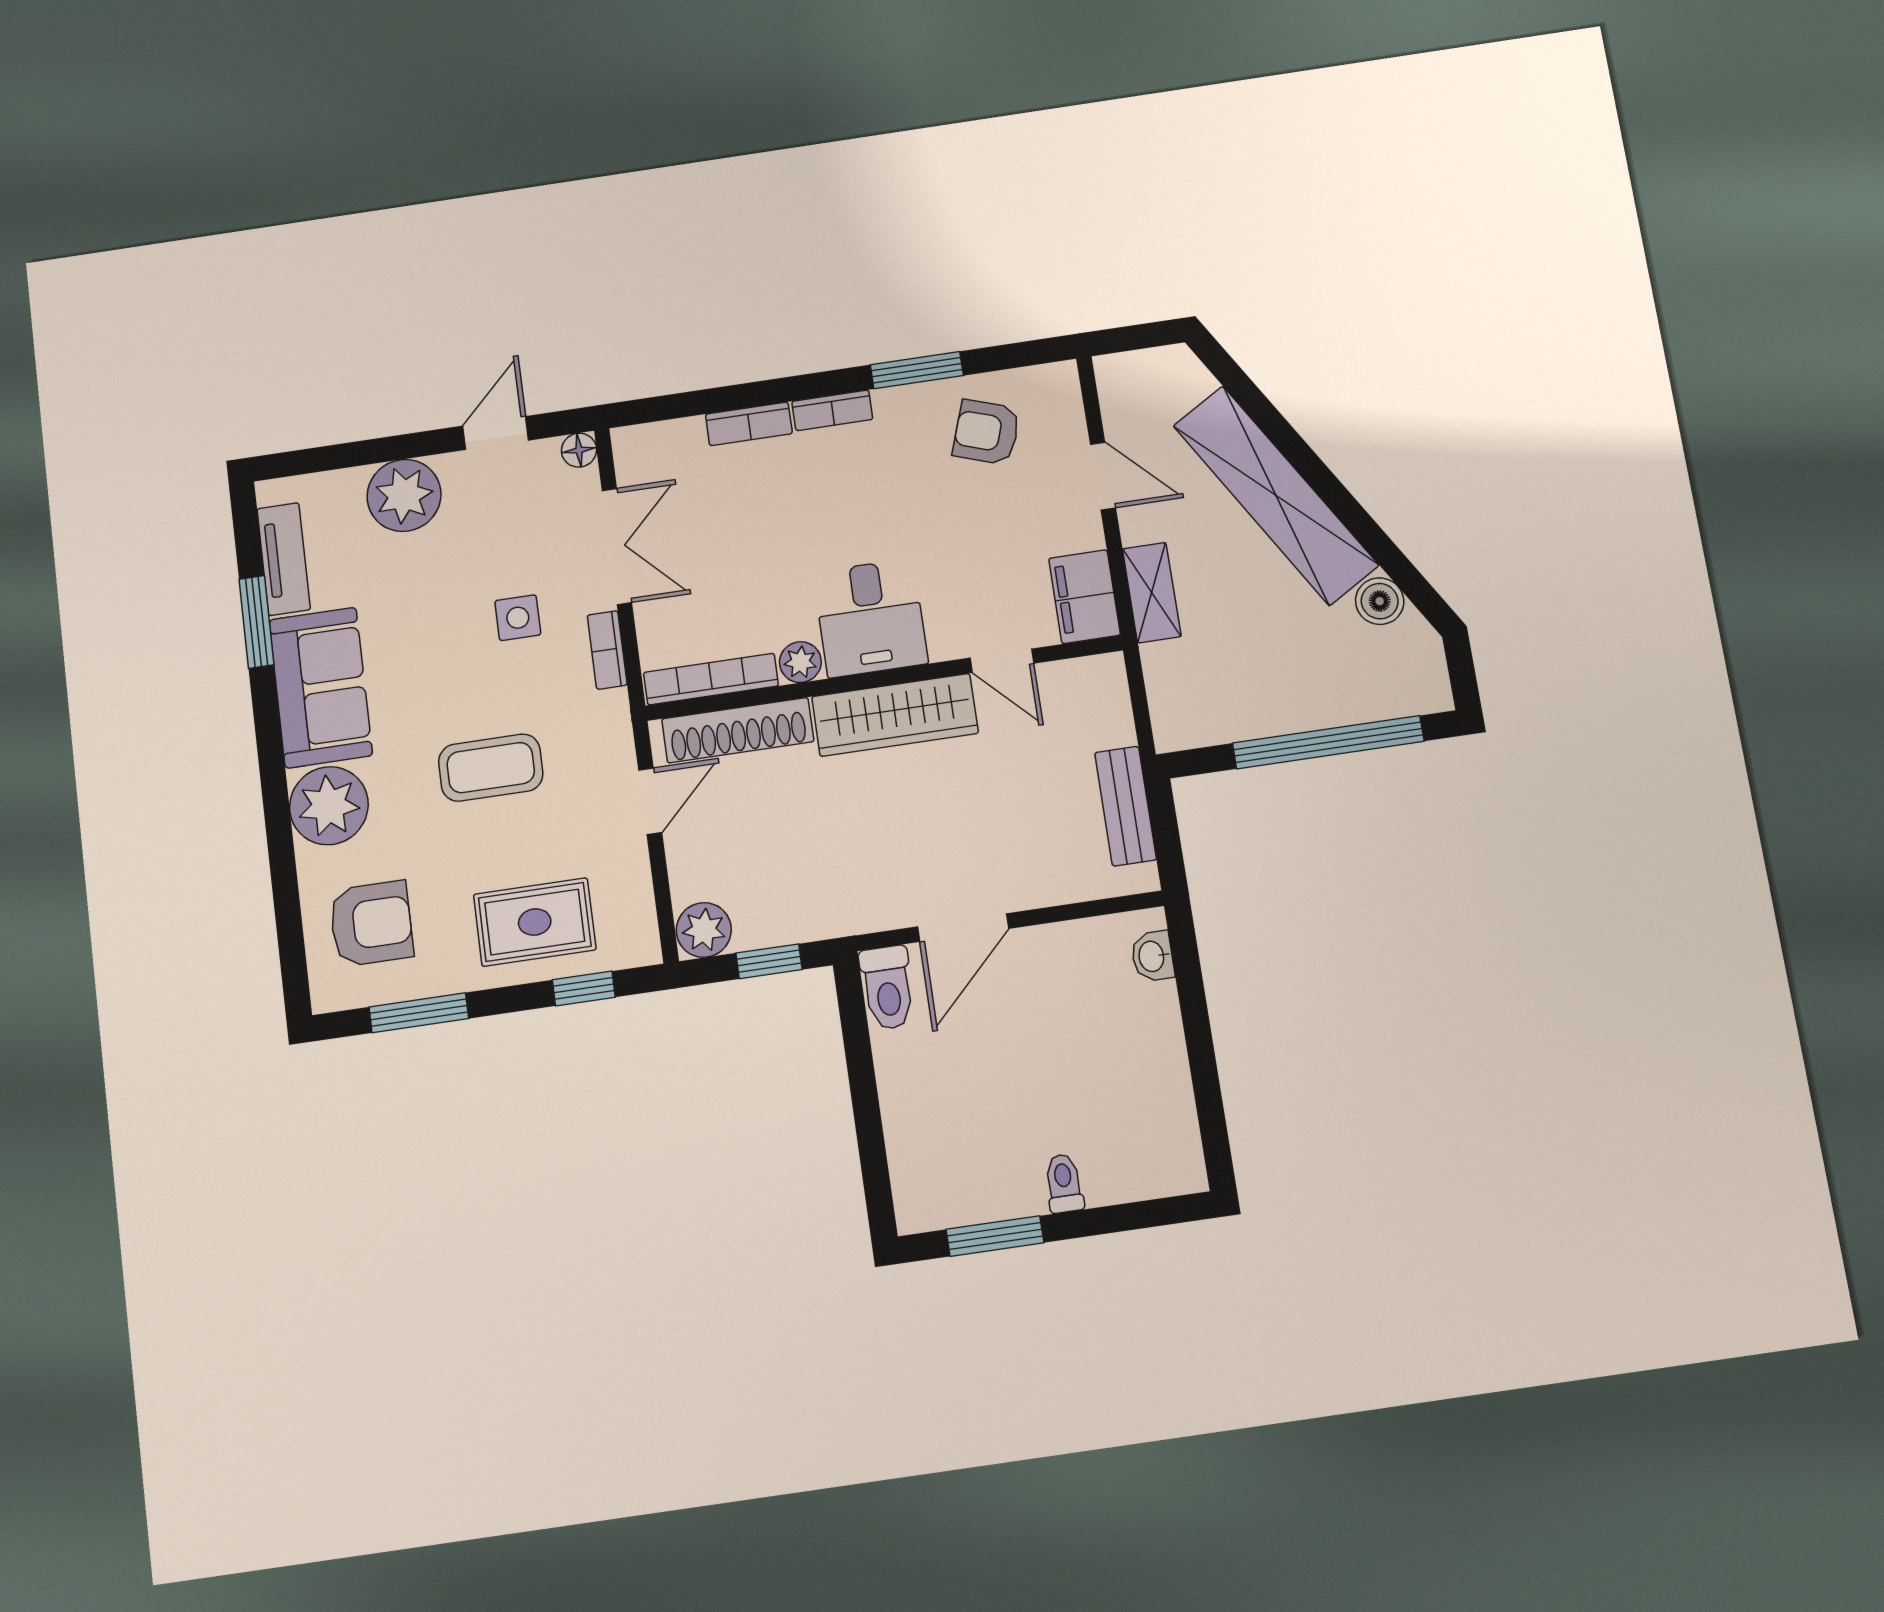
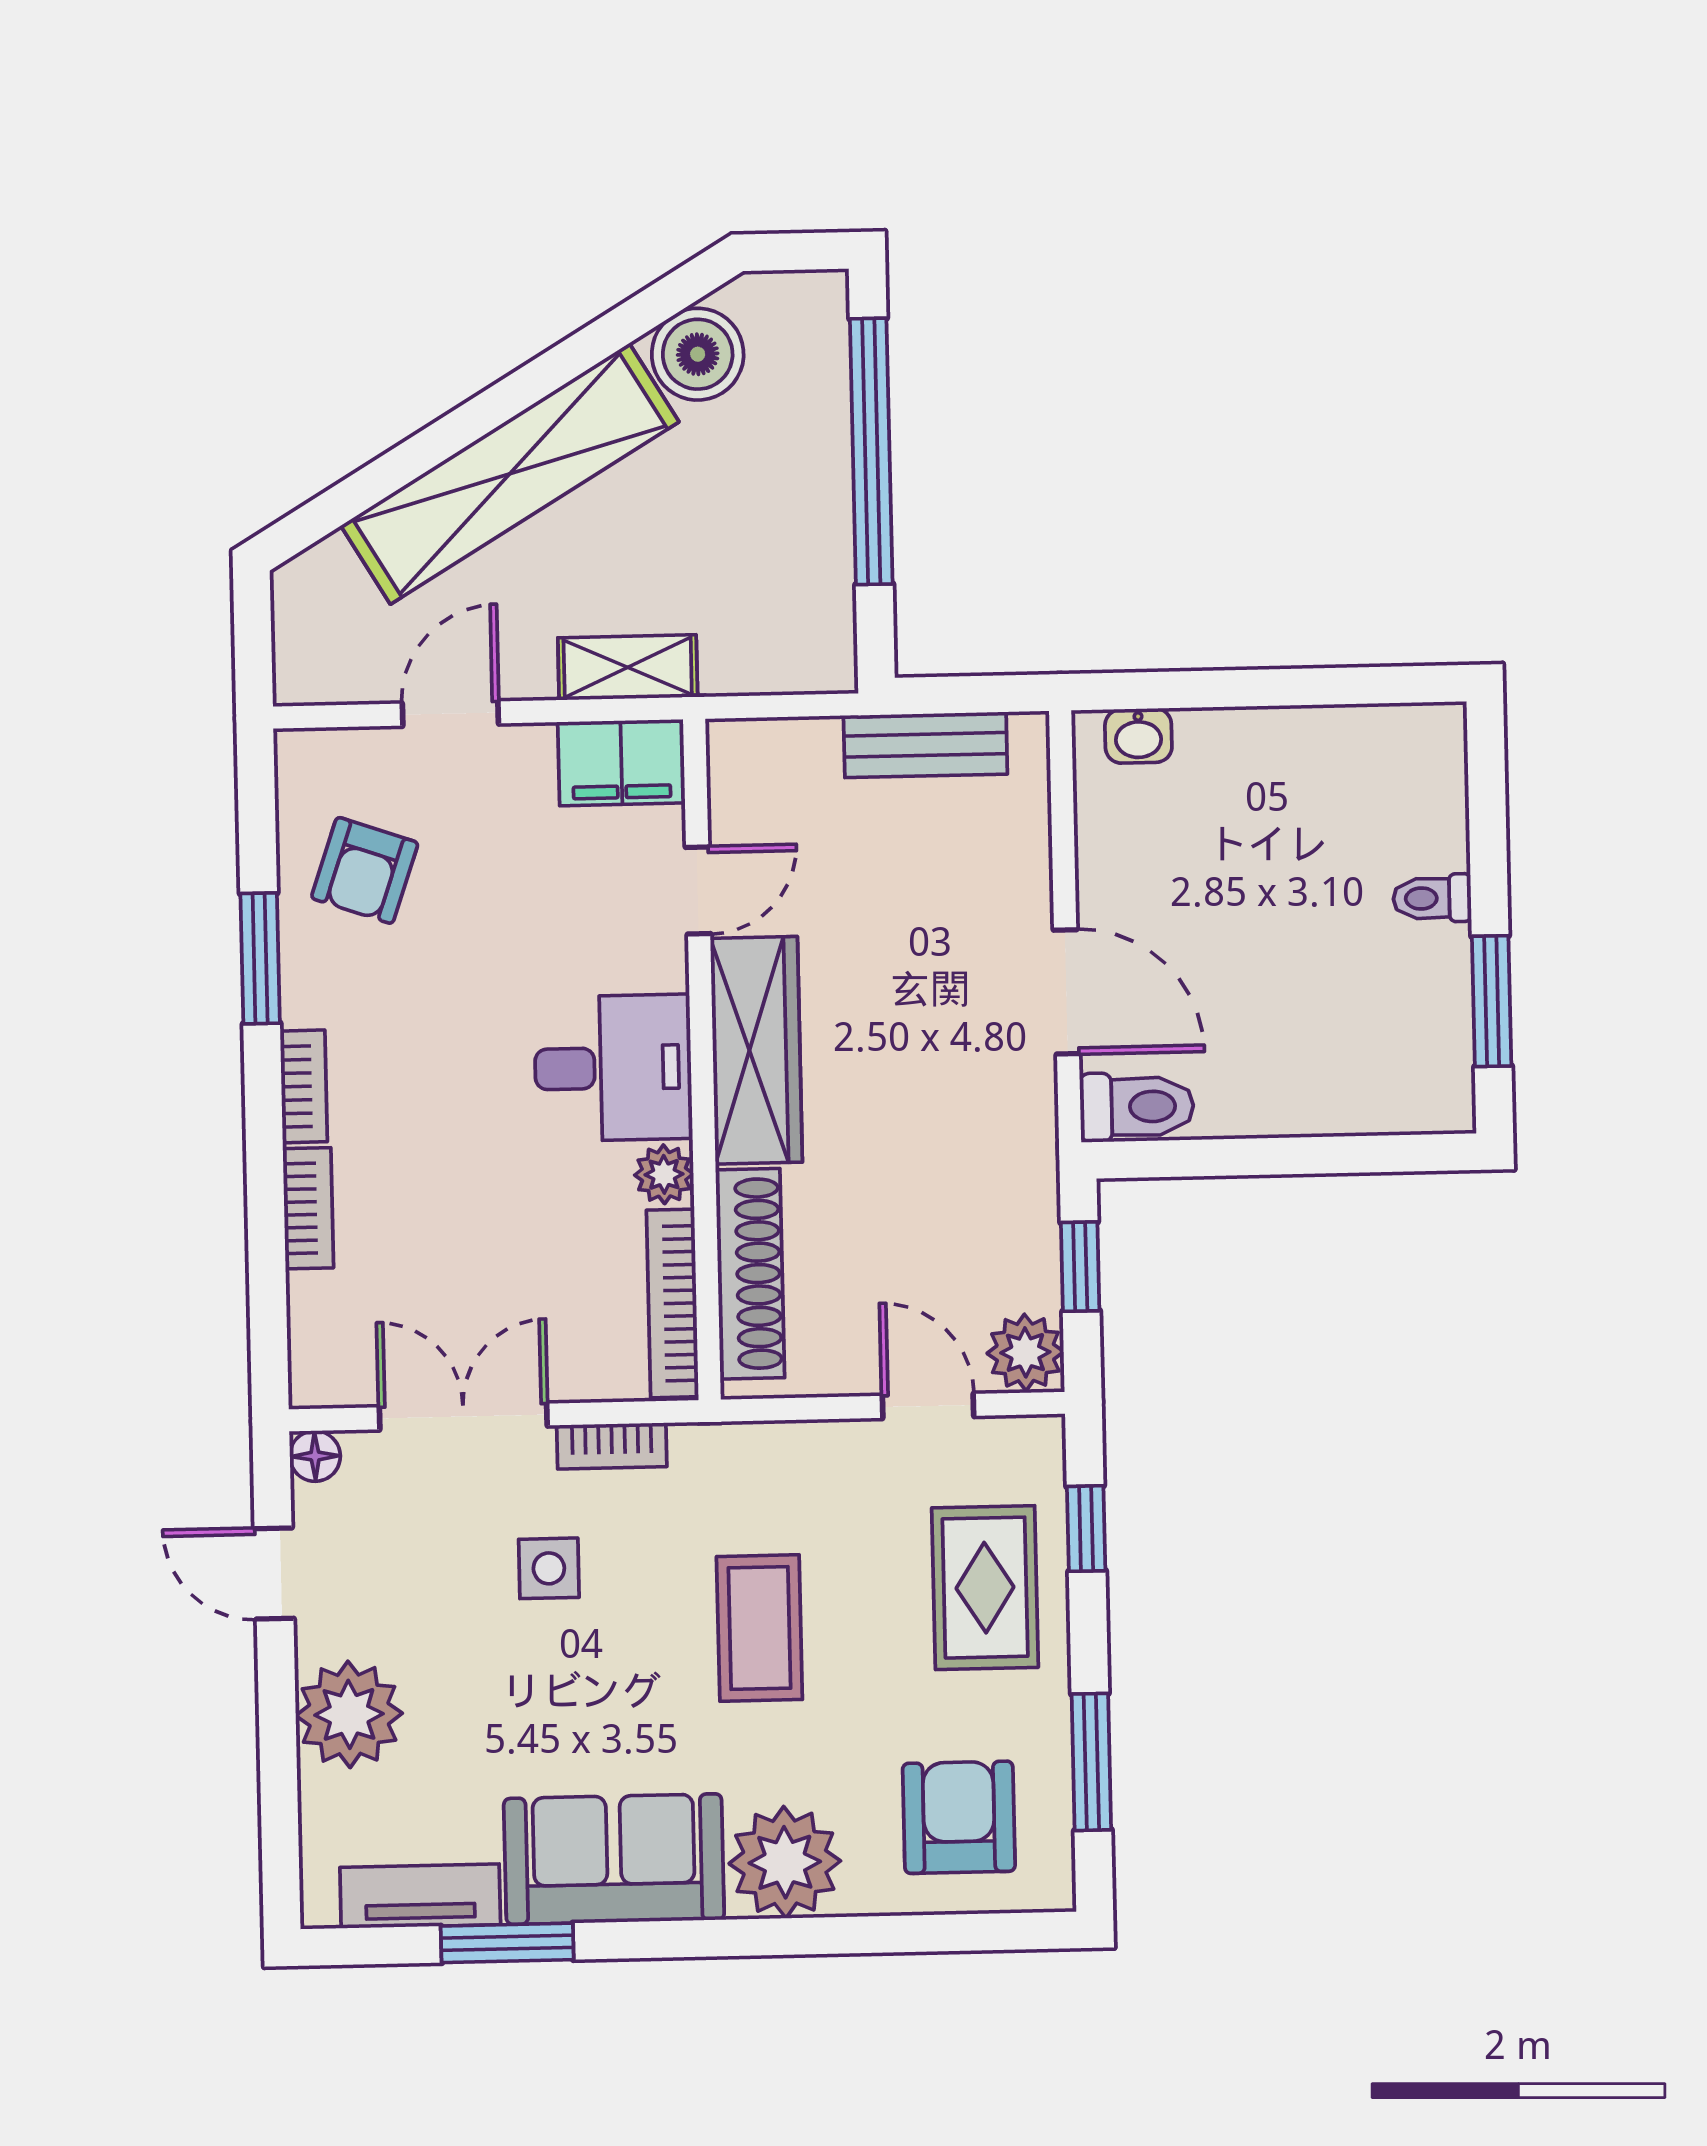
boiler: (1380, 601) -> (698, 354), width x1.36, depth x1.36
door: (650, 801) -> (928, 1406), moved

